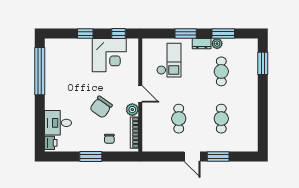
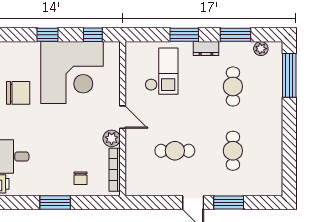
plant: (217, 44) -> (261, 49), moved
corner desk: (109, 55) -> (72, 73), width x1.36, depth x1.36
window: (263, 63) -> (289, 75), width x1.44
chair: (101, 107) -> (18, 93), moved, turned -125
cafe table: (179, 119) -> (175, 151), turned 90

